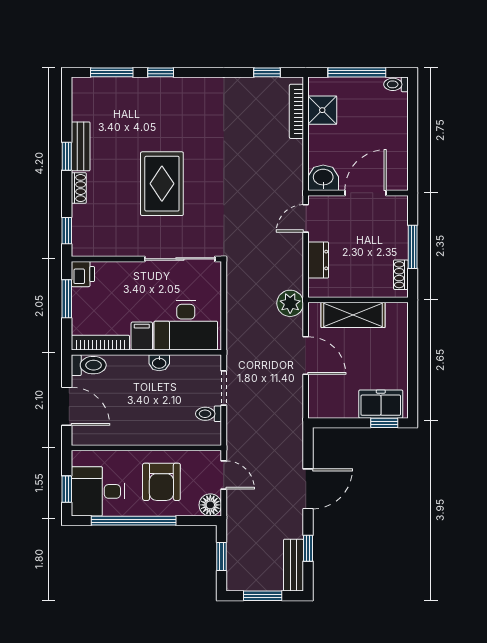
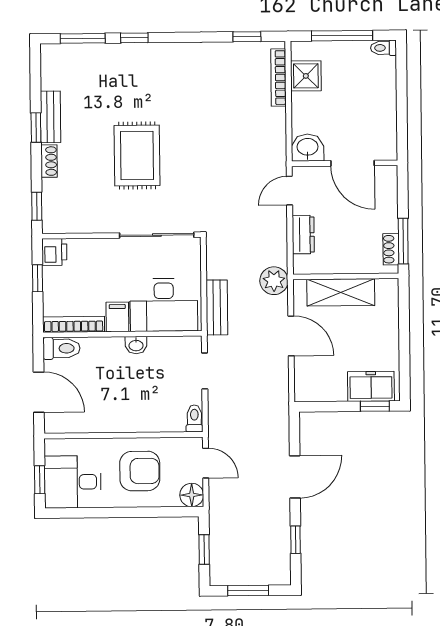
door: (365, 193) -> (352, 163), swing flipped
window: (413, 247) -> (403, 241), moved
window: (67, 299) -> (38, 278), width x0.67
toilet: (209, 414) -> (194, 418), moved, turned 90
armchair: (161, 482) -> (140, 471), turned -90
window: (134, 521) -> (111, 512), removed
bench: (293, 565) -> (217, 307), moved

